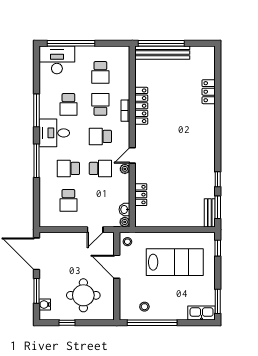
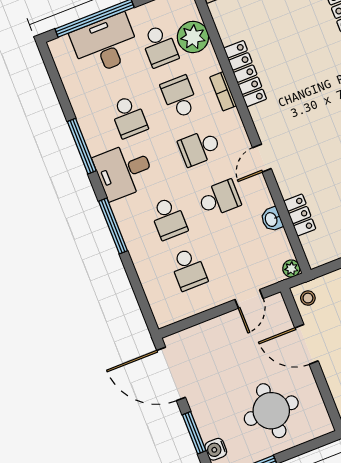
desk: (57, 60) -> (105, 44), moved
school desk: (68, 168) -> (169, 218), turned -90
plant: (125, 169) -> (193, 37), moved, width x1.88, depth x1.88
washbasin: (124, 209) -> (272, 219), moved

